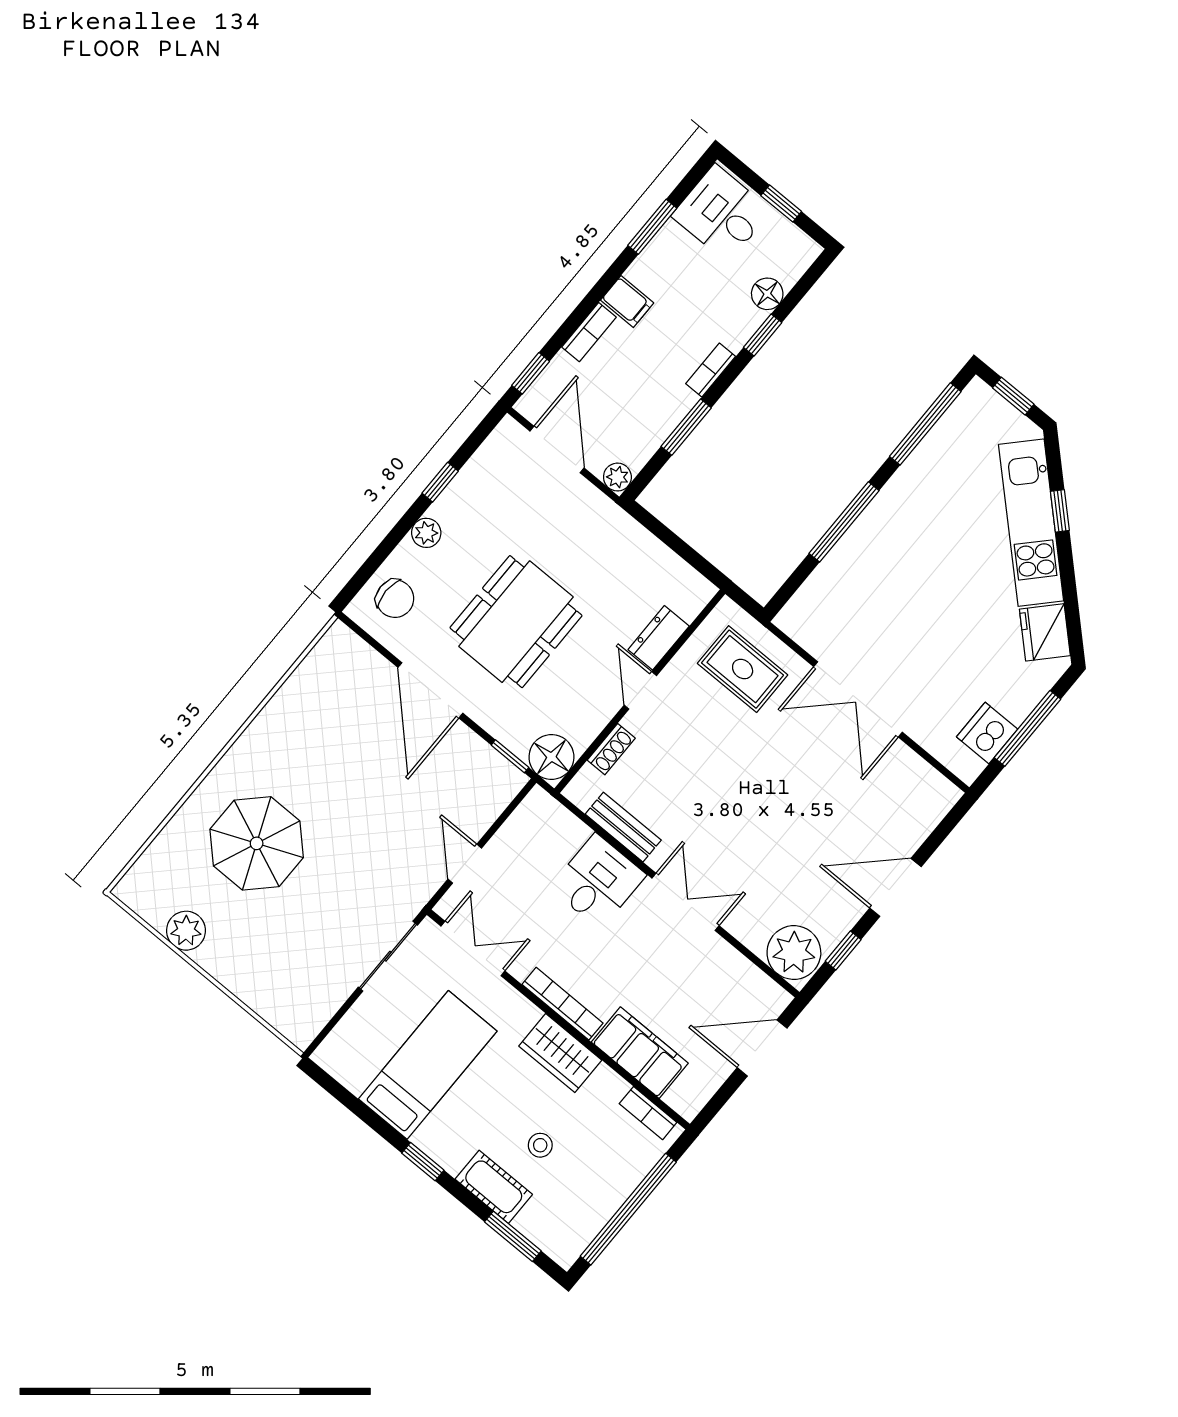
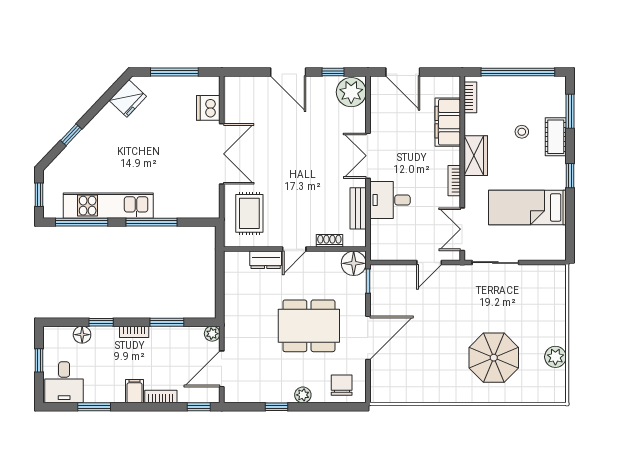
kitchen unit: (1031, 523) -> (108, 206), moved, turned -133
dishwasher: (987, 733) -> (208, 108), moved, turned 90
bookcase: (562, 1004) -> (454, 181), width x0.64

